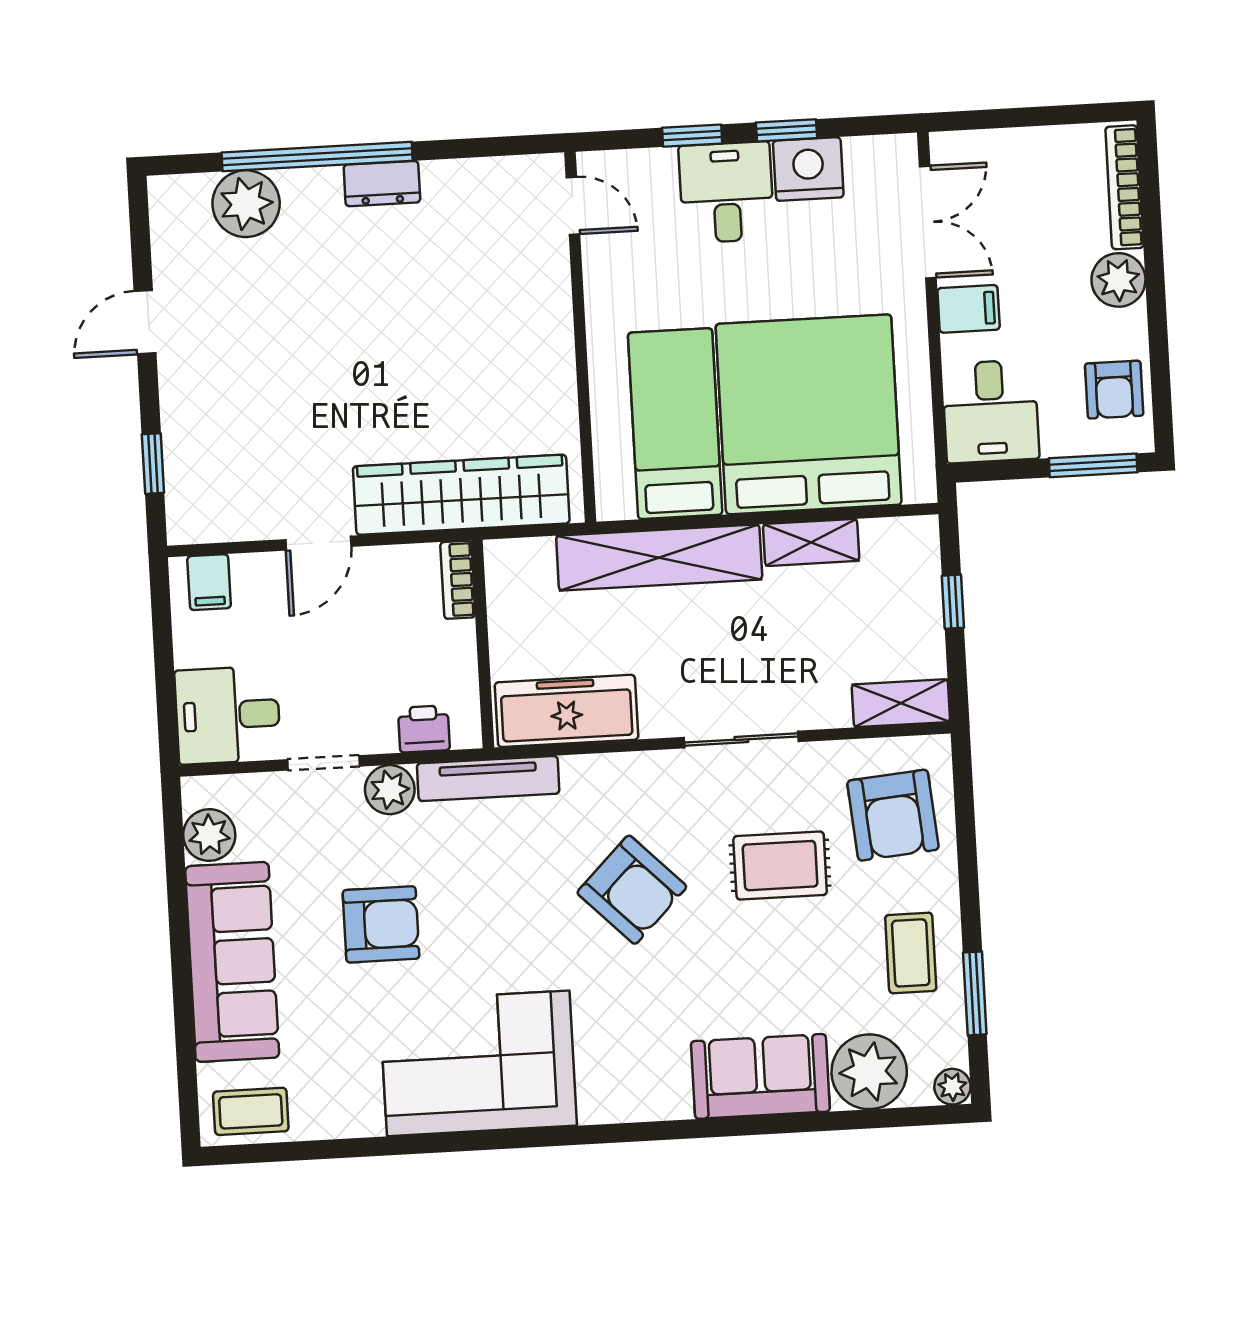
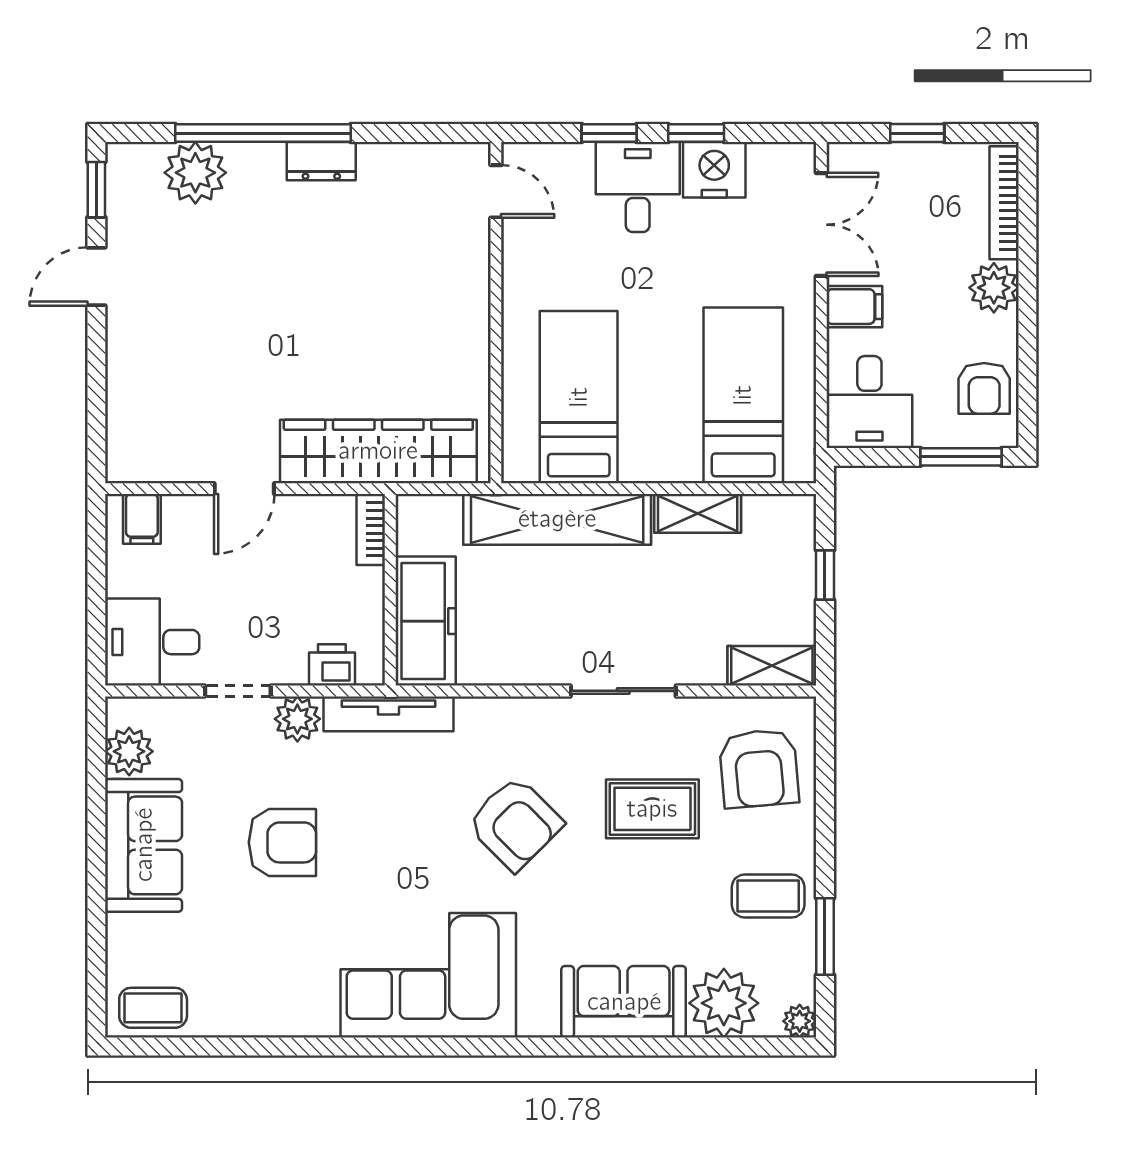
window: (1026, 117) -> (917, 133), added
bed: (809, 414) -> (743, 395), width x0.49
window: (153, 464) -> (96, 190), moved
freezer: (567, 711) -> (426, 621), moved, turned 90
coffee table: (911, 953) -> (768, 896), turned 90
sofa: (232, 962) -> (144, 845), width x0.73
corner sofa: (478, 1063) -> (428, 975), moved

